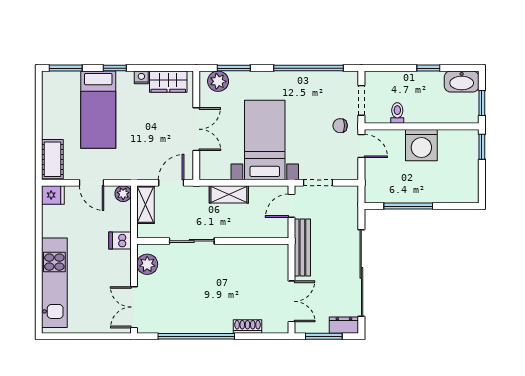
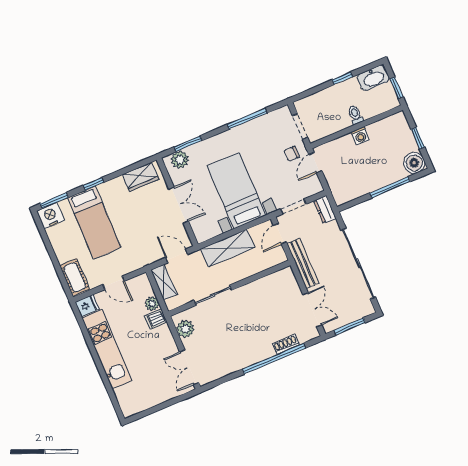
window: (308, 68) -> (247, 119), width x0.68
nightstand: (141, 77) -> (51, 216), moved, width x1.89, depth x1.79
toilet: (397, 113) -> (355, 115), moved
washing machine: (421, 145) -> (360, 136), width x0.53, depth x0.53
door: (361, 146) -> (315, 163), swing flipped
window: (482, 147) -> (418, 138), moved
door: (171, 183) -> (177, 256), hinge flipped
boiler: (467, 191) -> (414, 163), added
plant: (123, 194) -> (152, 304), moved
shelving: (229, 194) -> (228, 248), width x1.50, depth x1.33
window: (408, 206) -> (390, 187), moved
kitchen unit: (54, 283) -> (107, 349), moved
dresser: (344, 325) -> (325, 209), moved, turned -90
window: (196, 336) -> (274, 359), moved

